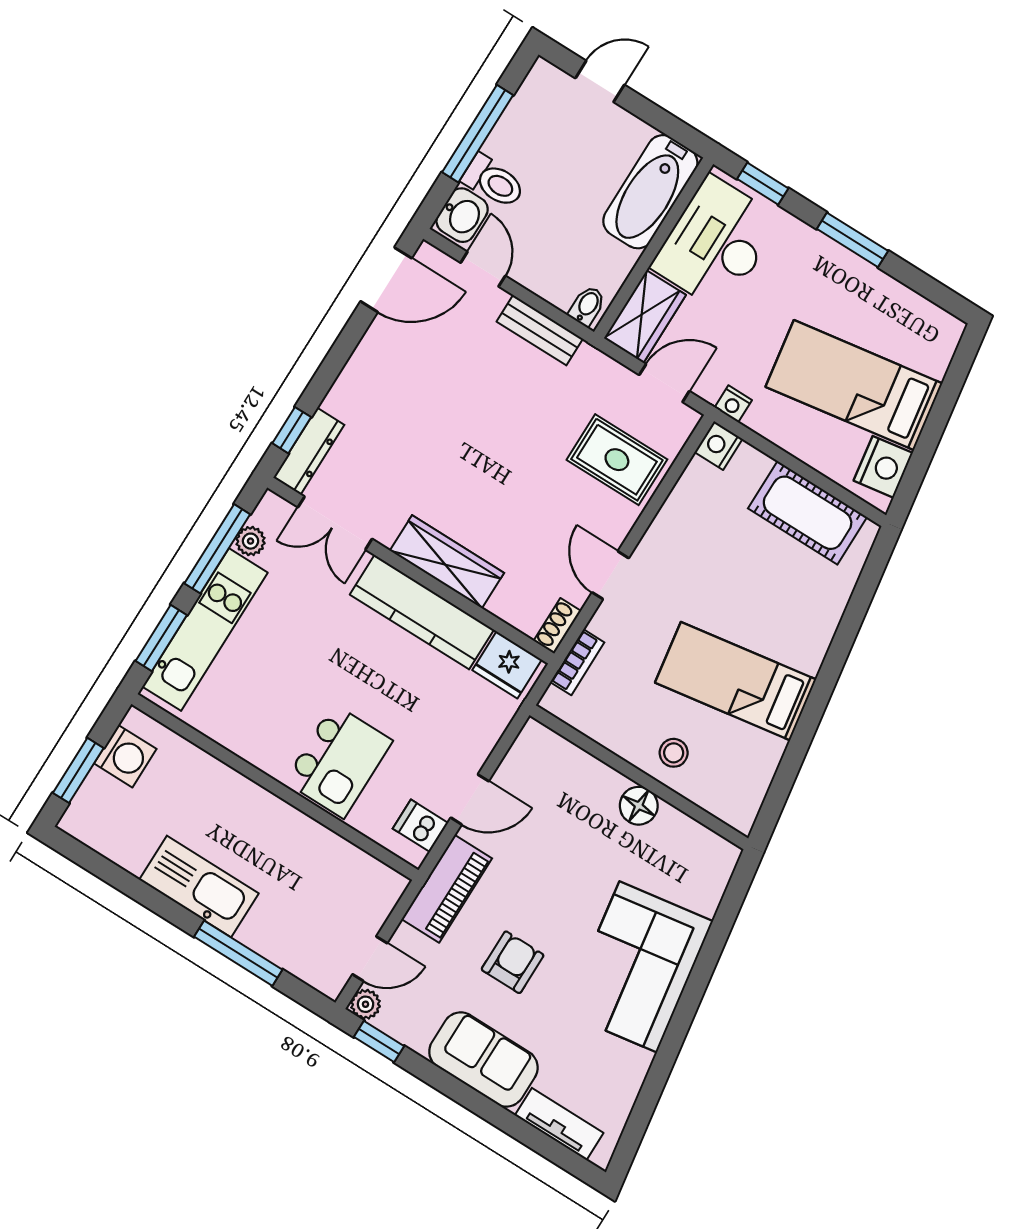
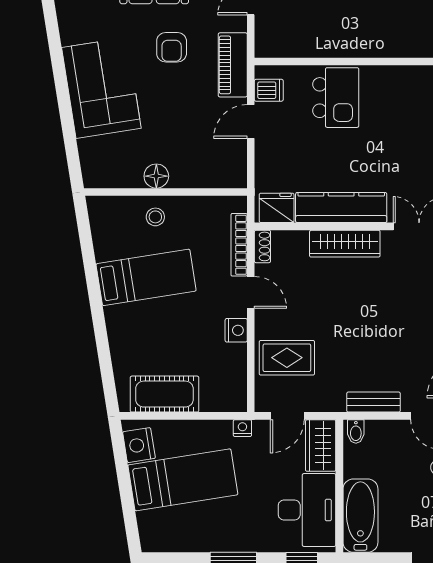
nightstand: (719, 445) -> (236, 330), moved
bookcase: (577, 662) -> (239, 245), width x1.56
kitchen island: (338, 761) -> (336, 98), turned 180

